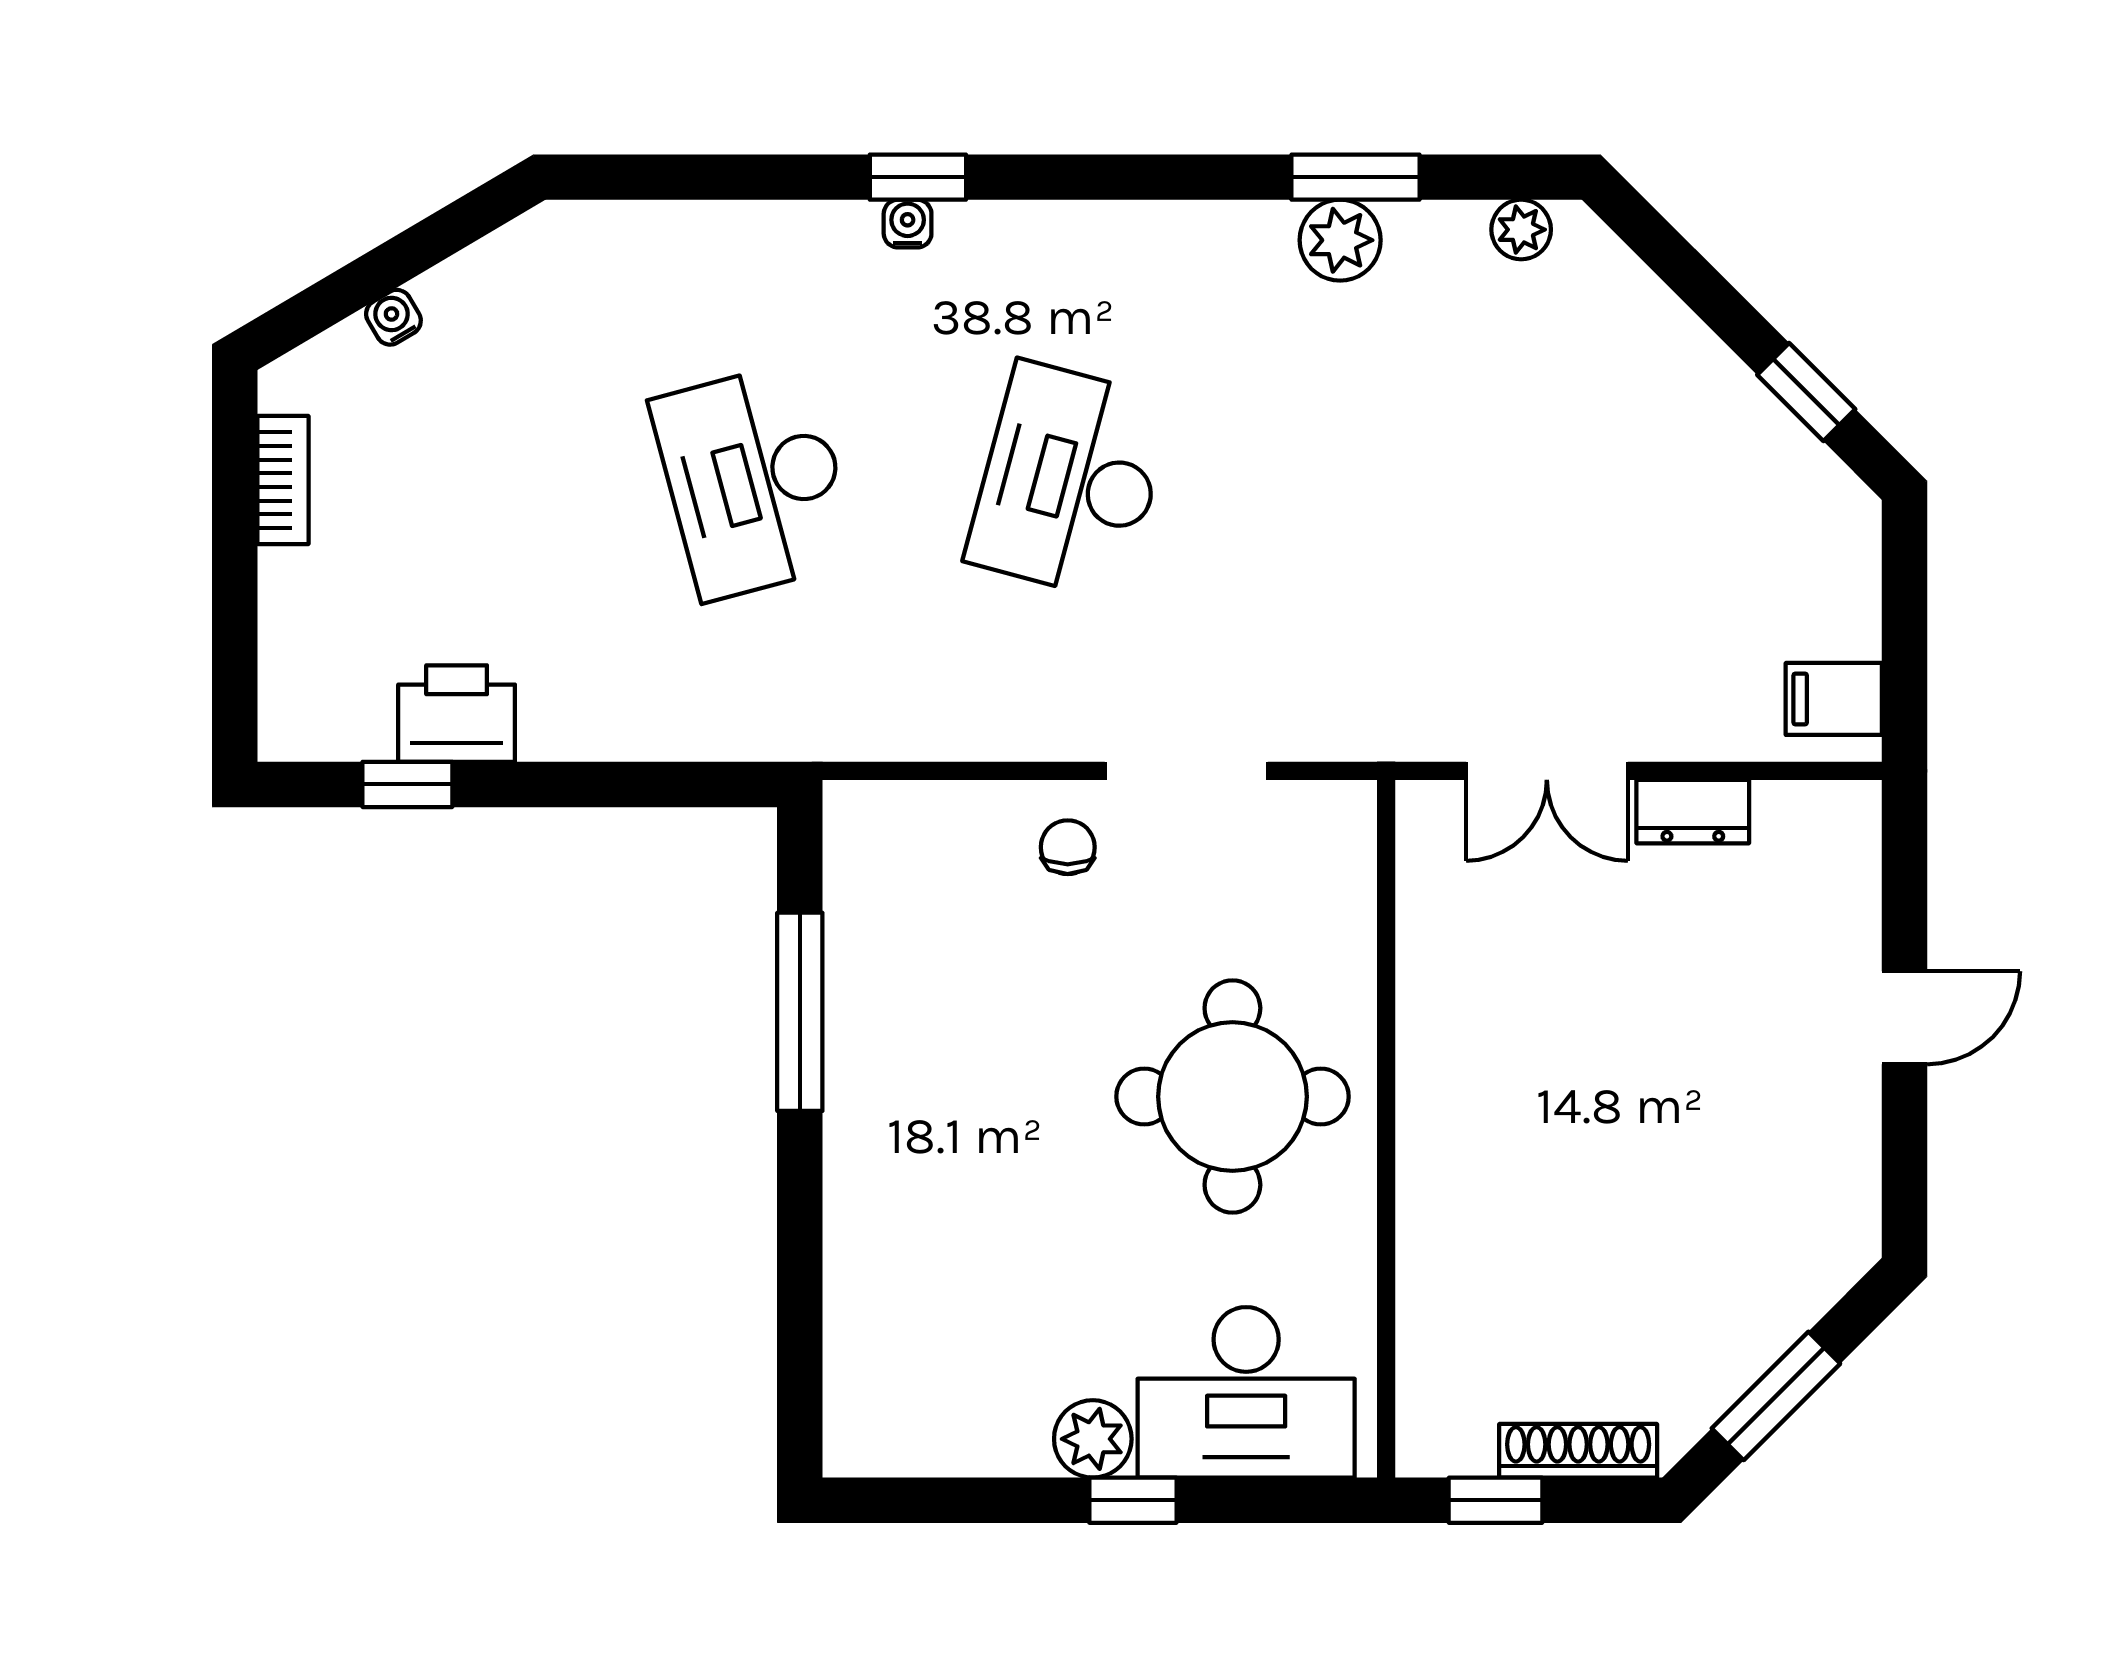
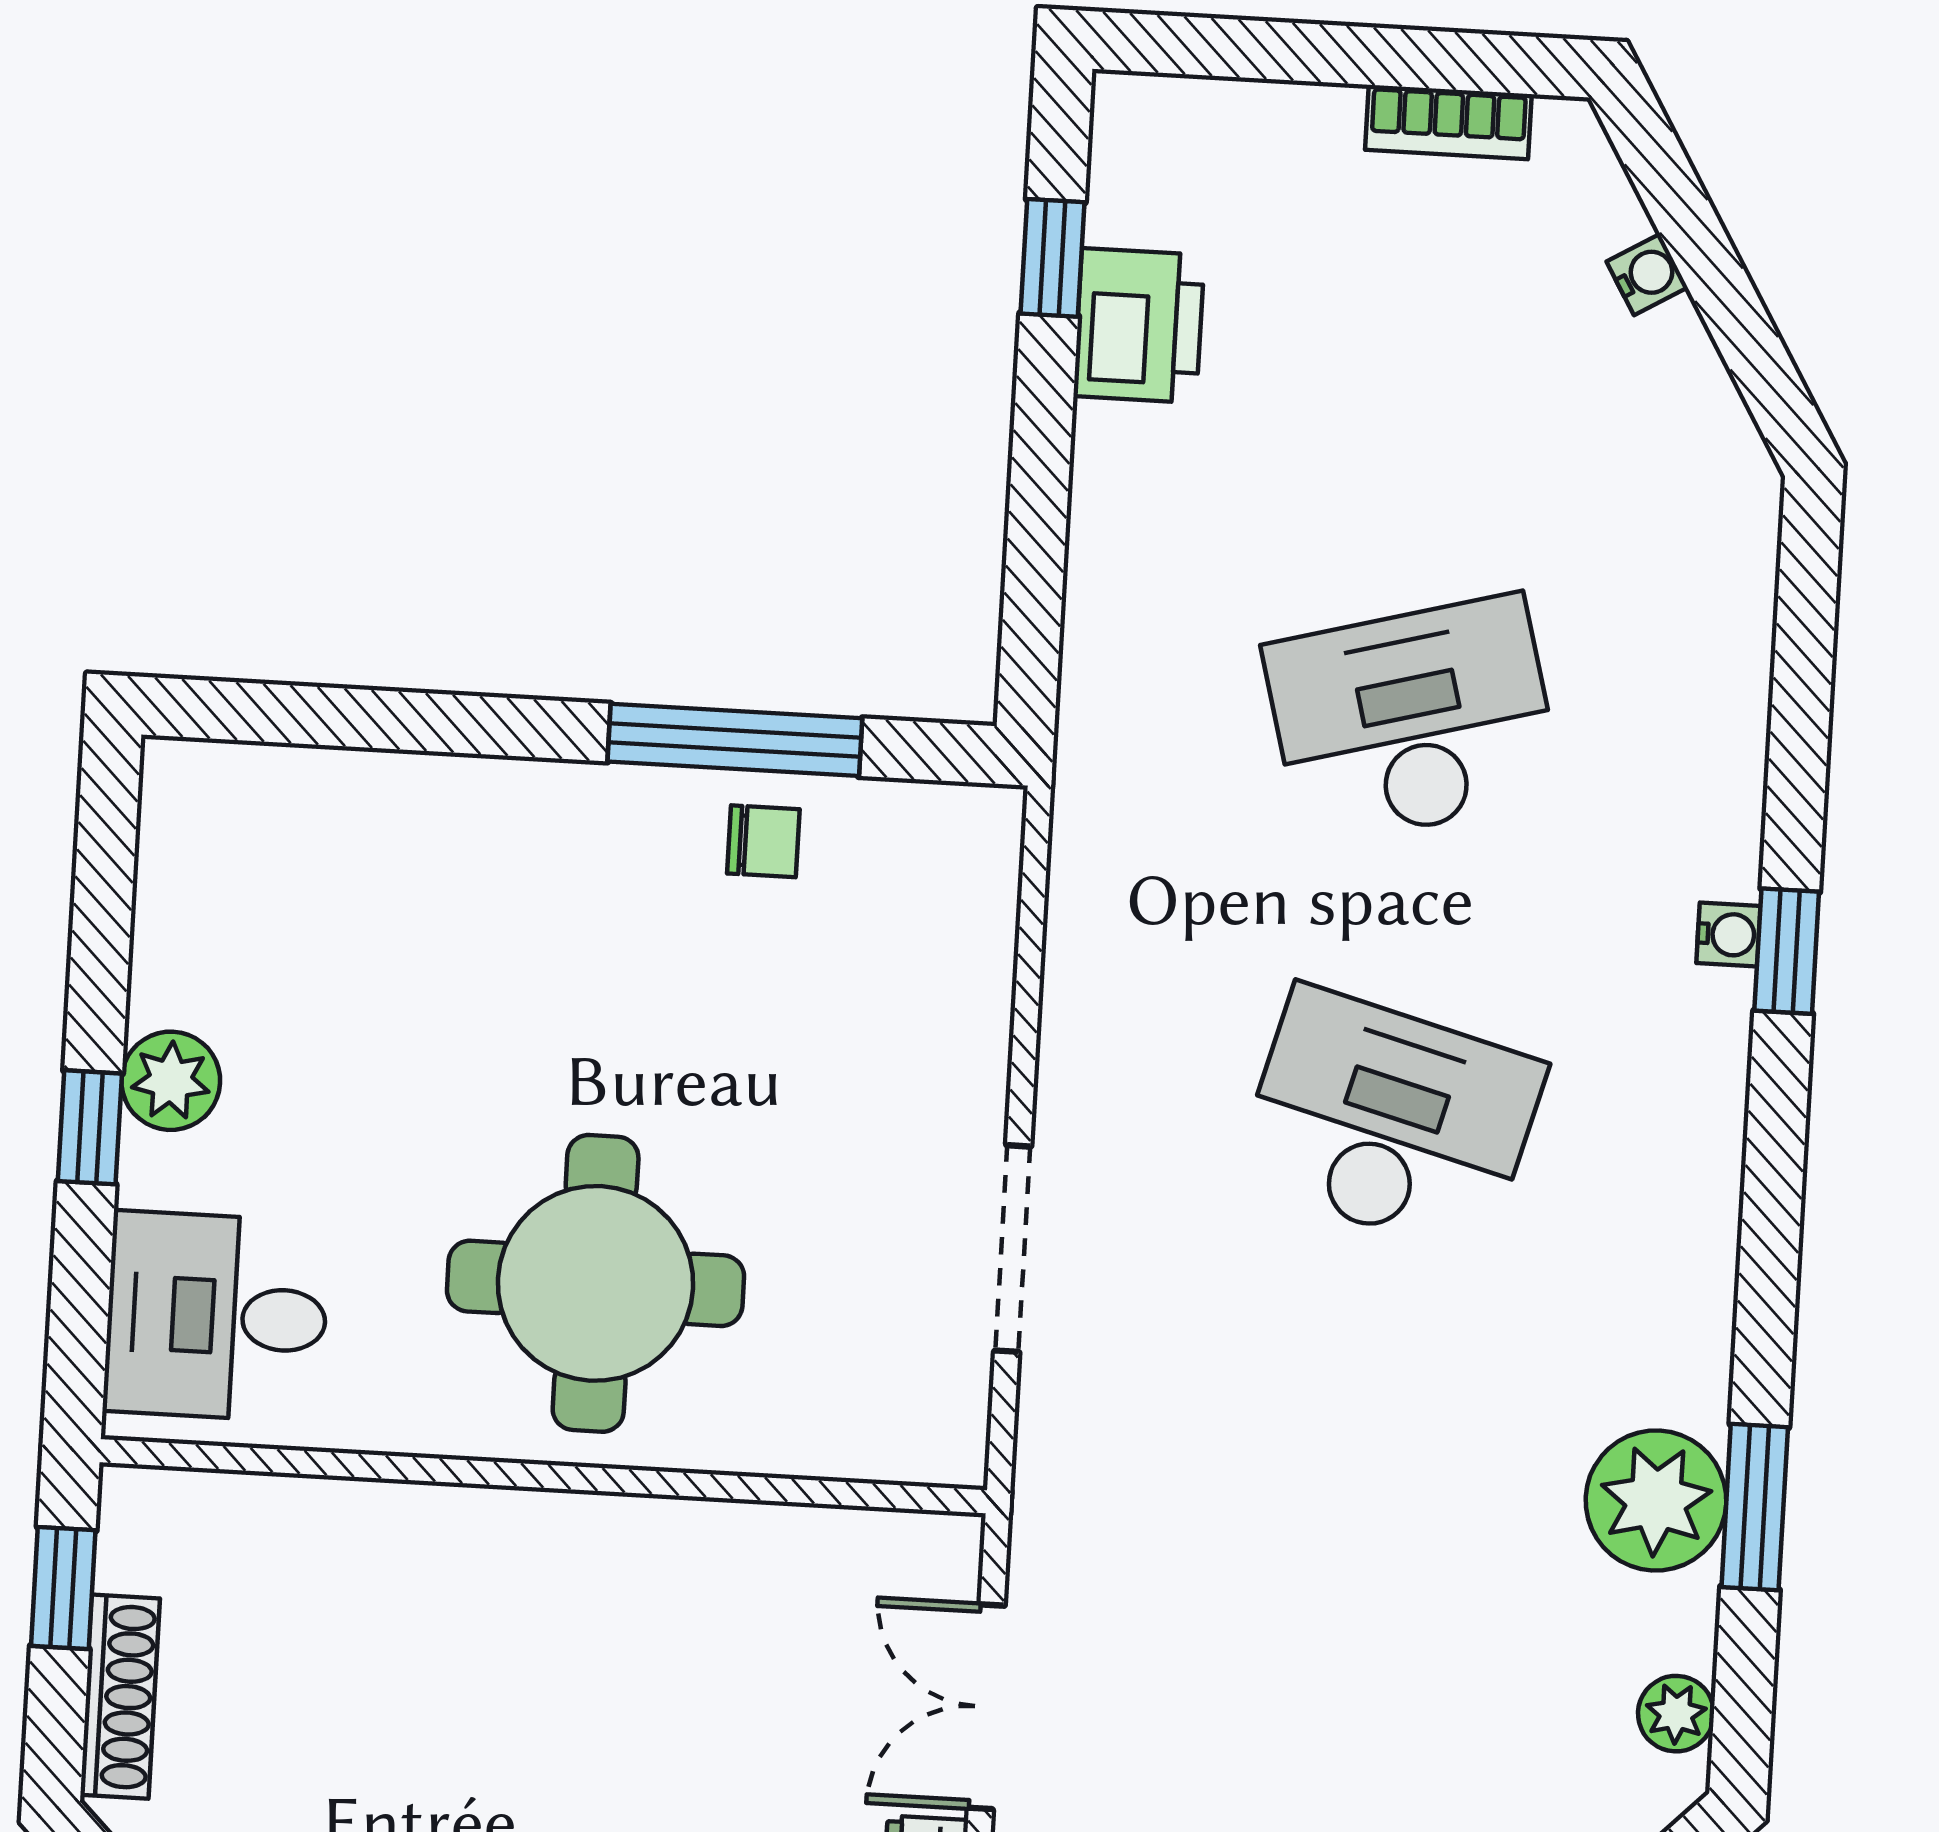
plant: (1340, 240) -> (1656, 1500), width x1.36, depth x1.36
chair: (1068, 847) -> (763, 841), moved
desk: (1246, 1392) -> (217, 1316), width x0.73

